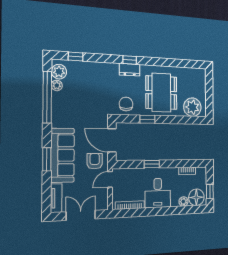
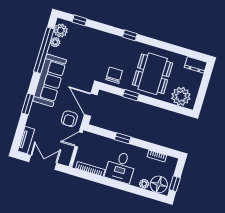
dresser: (130, 70) -> (196, 65), moved
sofa: (63, 155) -> (50, 80), moved
armchair: (95, 161) -> (69, 119), turned 180

